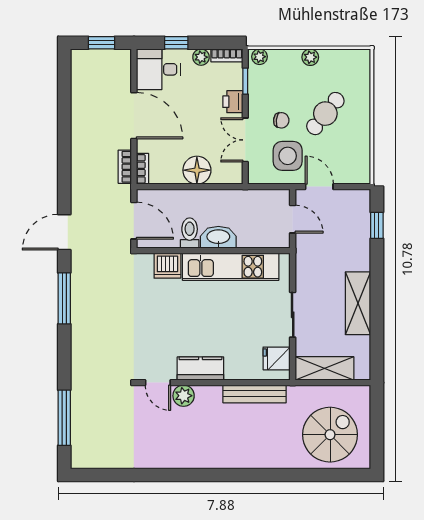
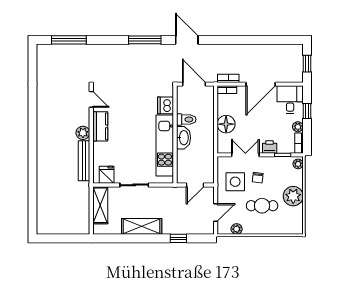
plant: (310, 57) -> (293, 196), width x1.88, depth x1.88
cafe table: (325, 114) -> (262, 206), turned -39
plant: (362, 154) -> (237, 229), added
door: (319, 187) -> (216, 213), moved
door: (134, 221) -> (194, 84), swing flipped
window: (377, 225) -> (178, 238), moved
door: (158, 383) -> (91, 99), swing flipped
plant: (184, 396) -> (83, 133), moved
spiral stairs: (330, 435) -> (58, 209), removed

